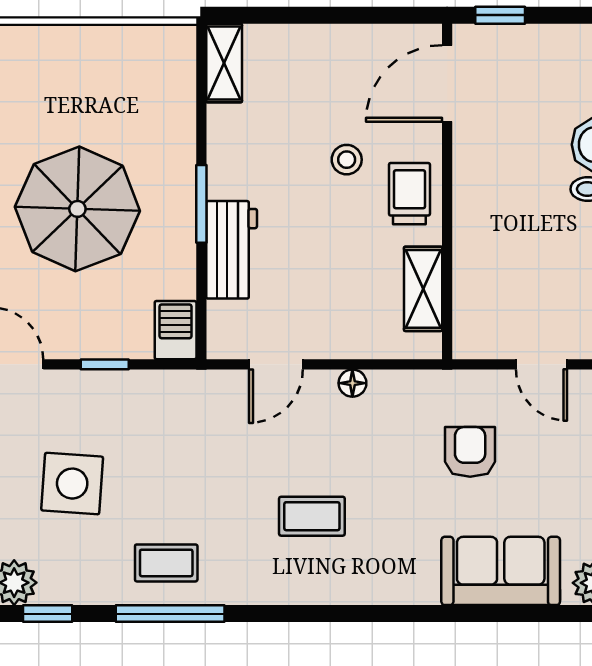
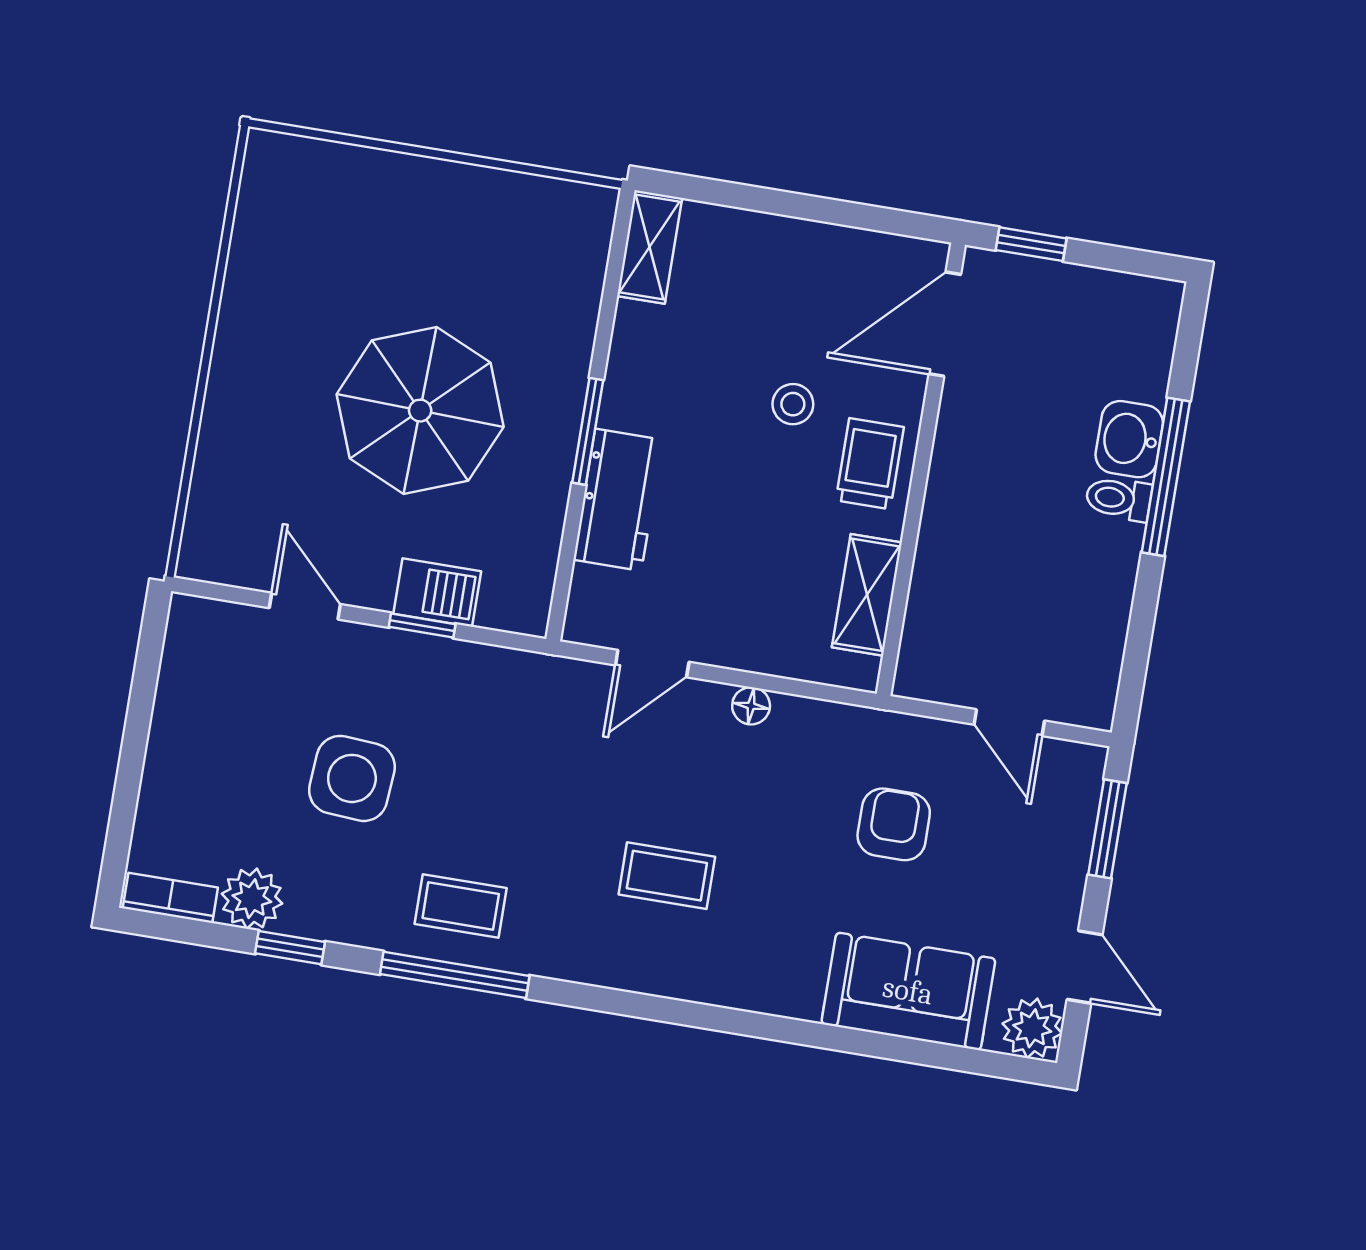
barbecue: (176, 330) -> (437, 592), moved, turned 90

